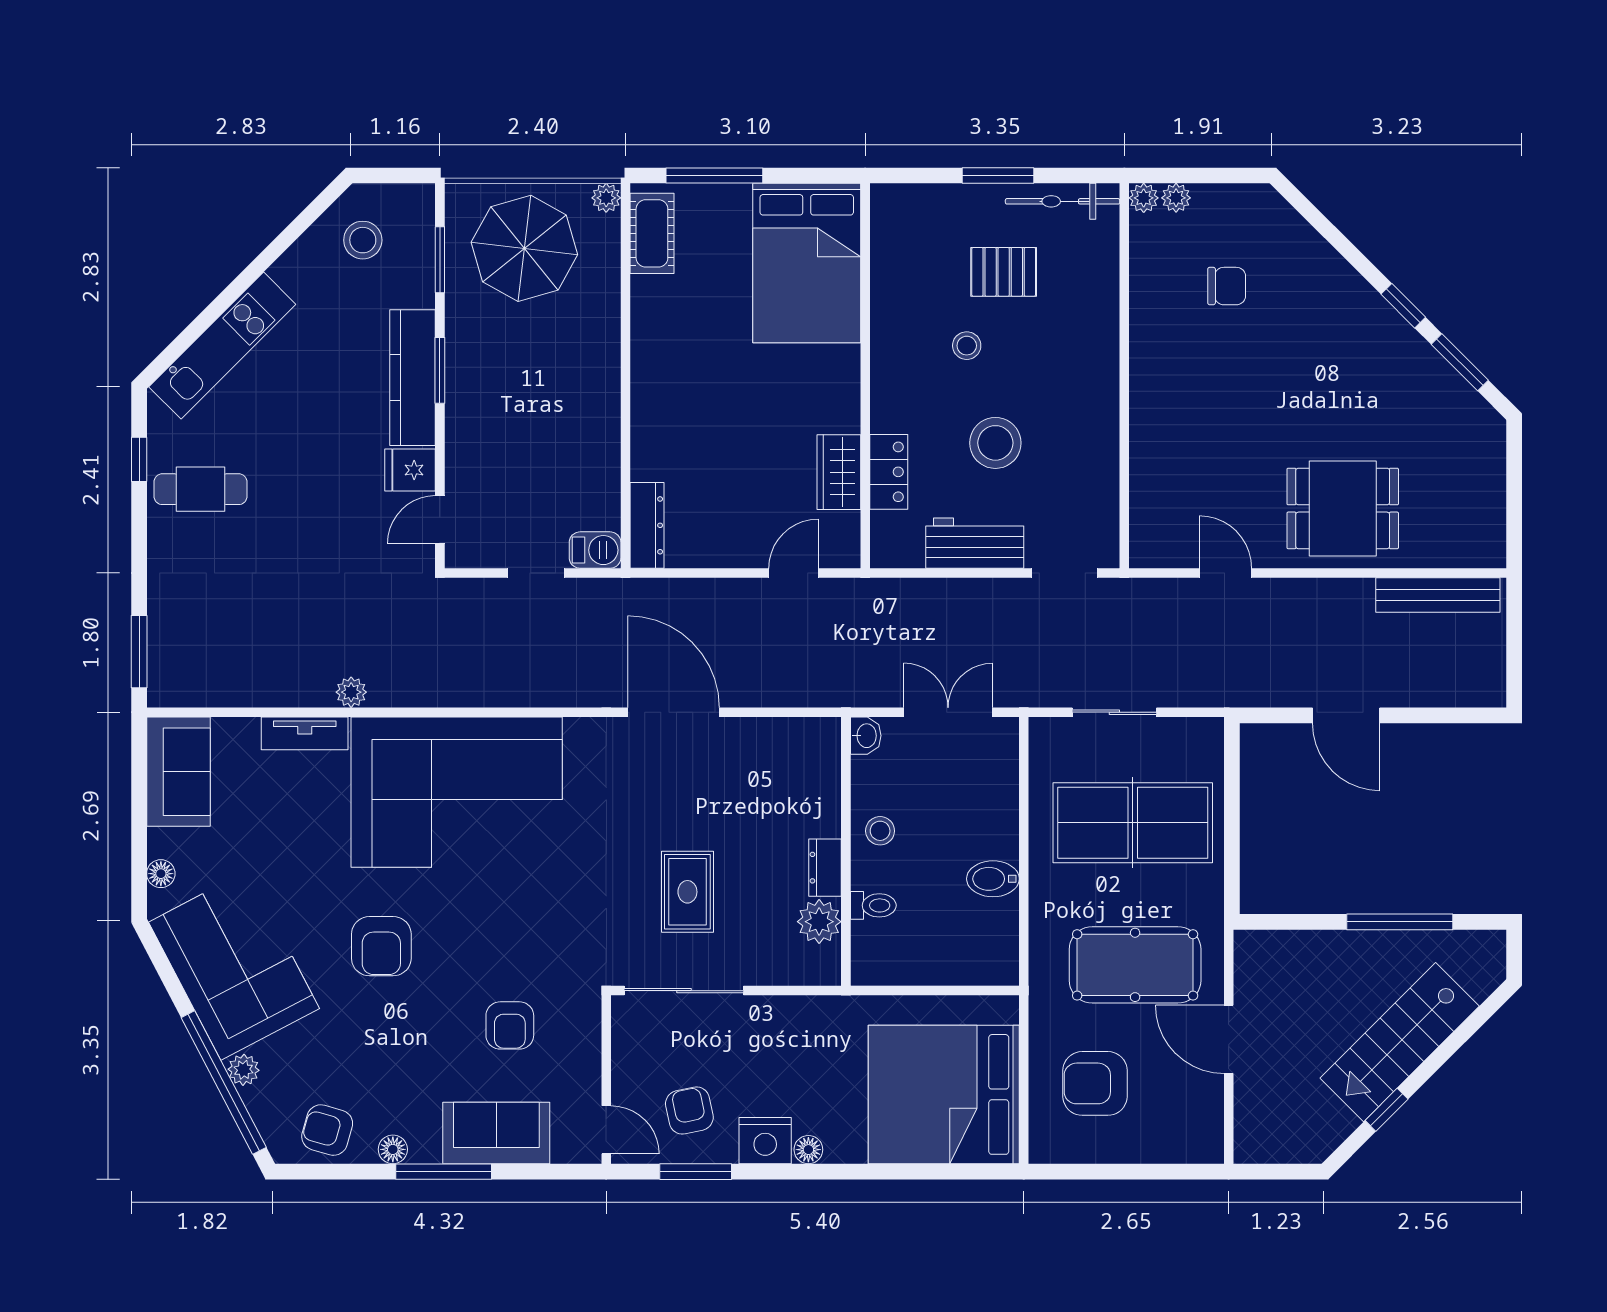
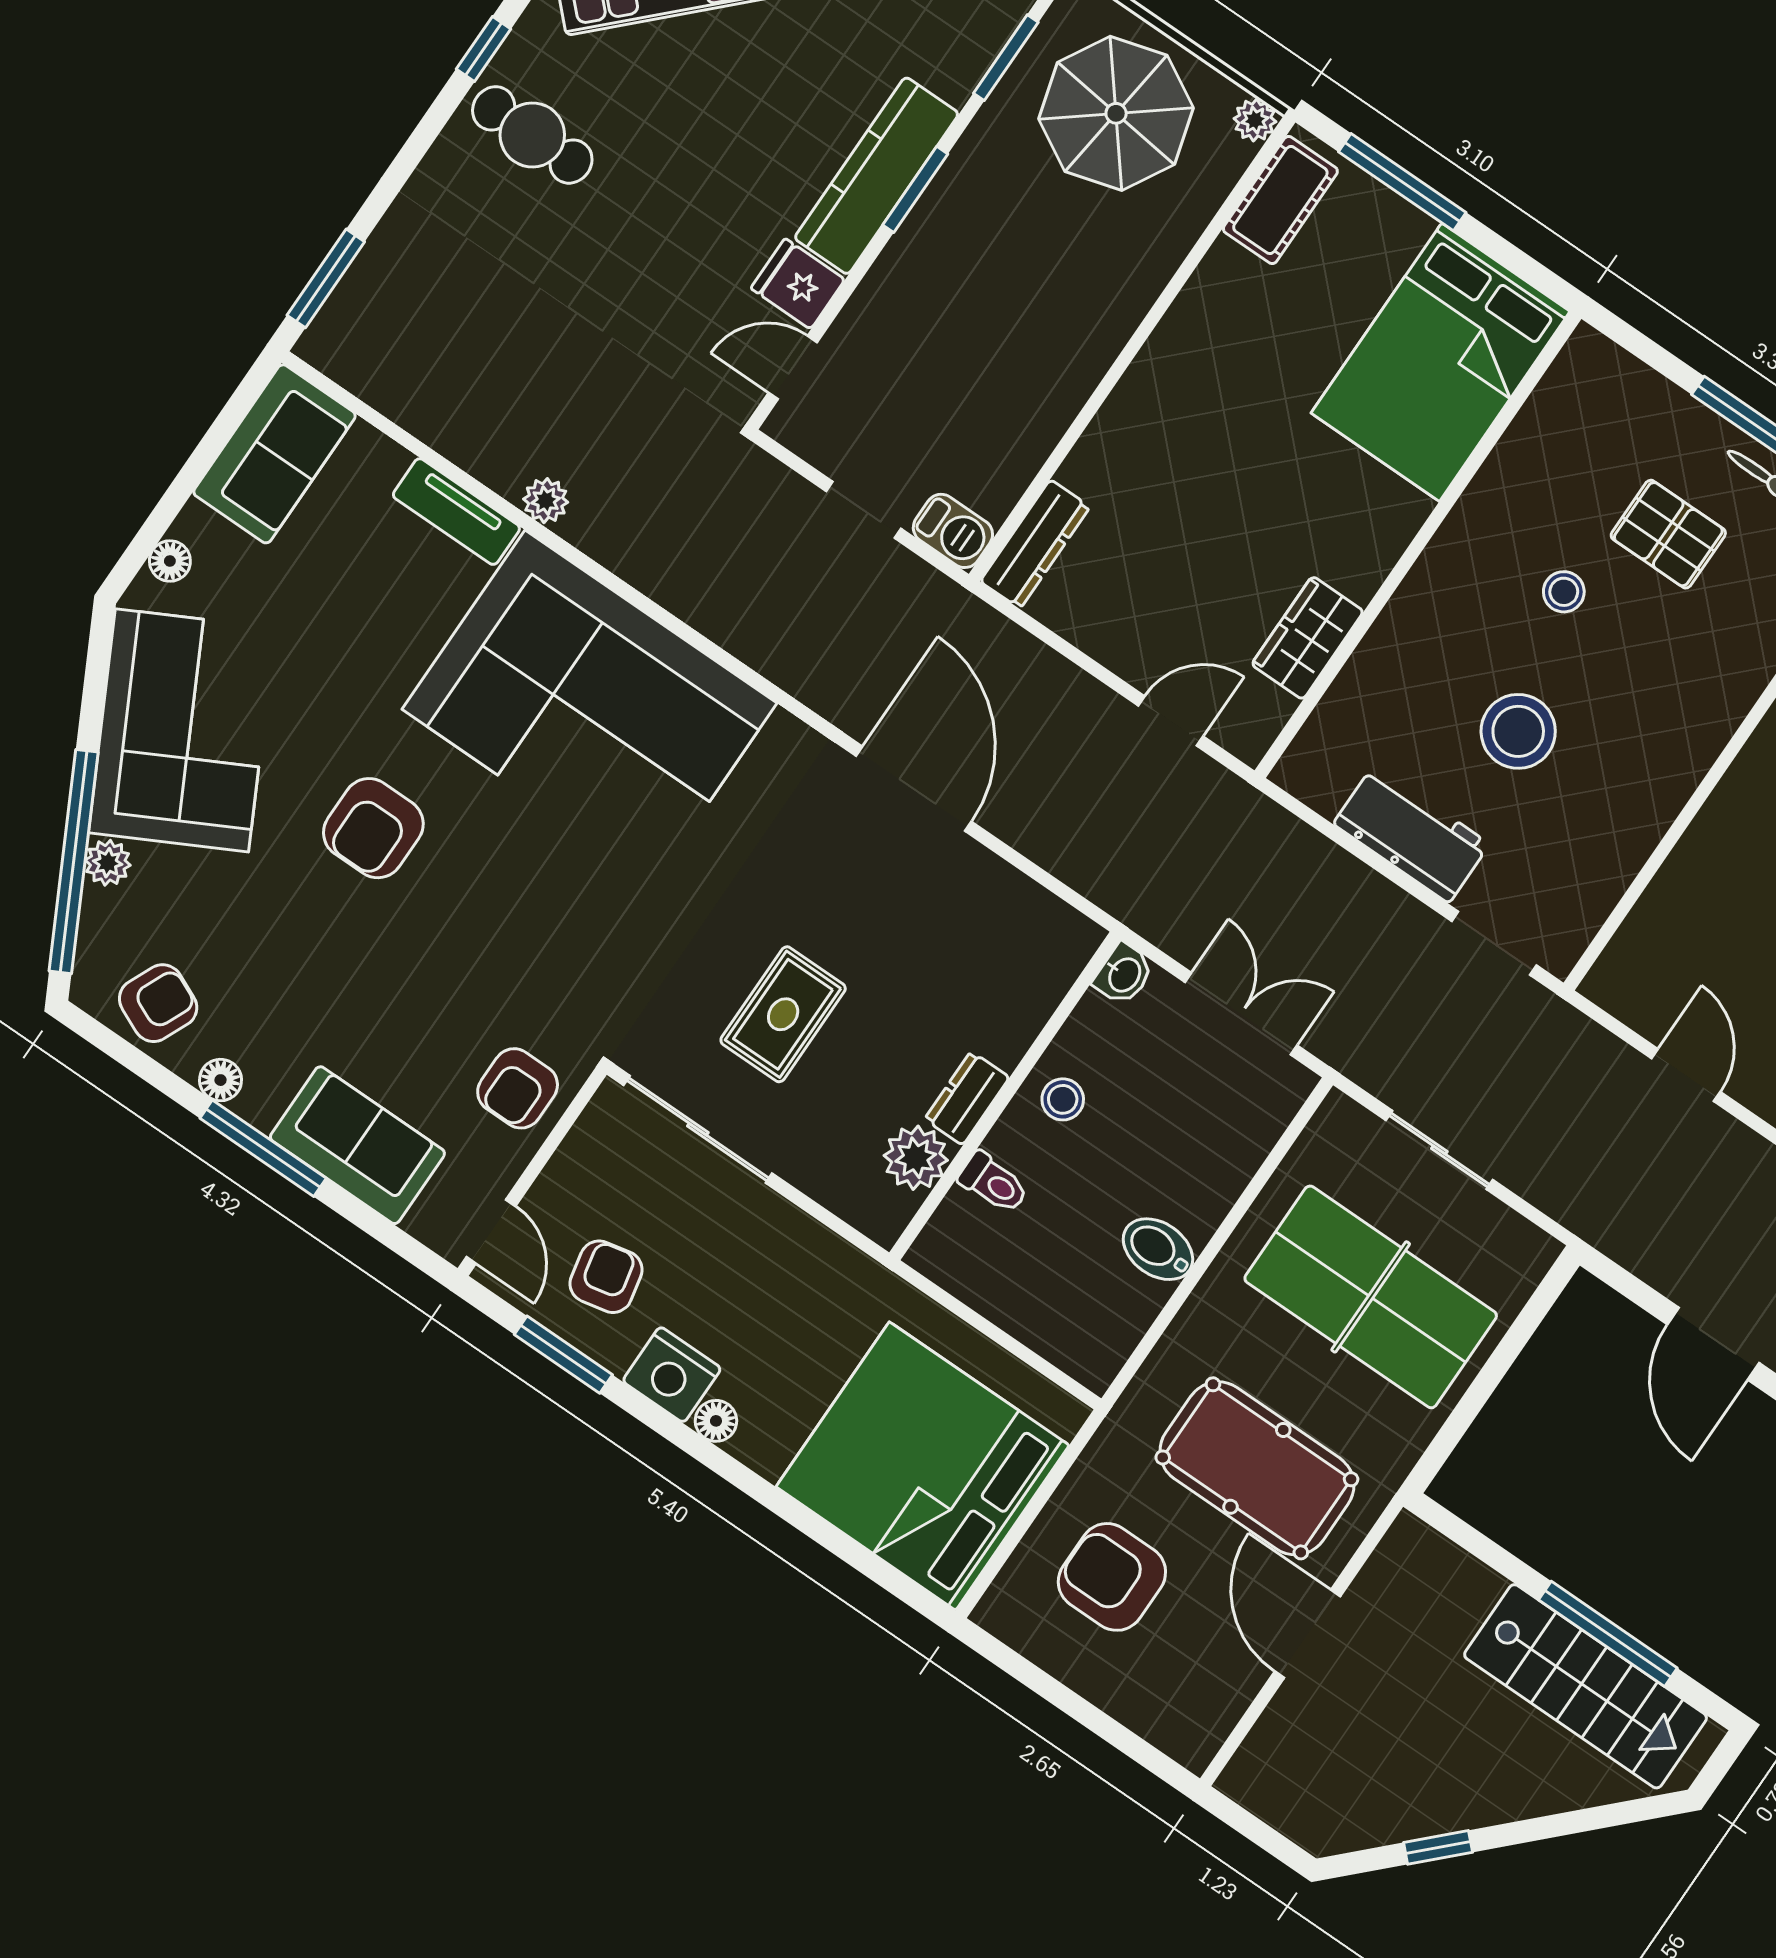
locker: (889, 472) -> (1367, 678), removed
armchair: (510, 1025) -> (518, 1088), moved
stairs: (1400, 1042) -> (1586, 1686), moved, turned -135
armchair: (327, 1130) -> (158, 1003), turned 98

